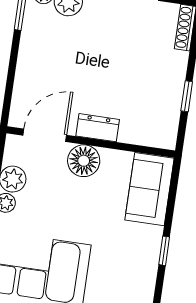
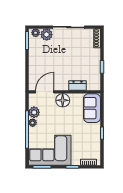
dresser: (98, 128) -> (77, 86), moved

